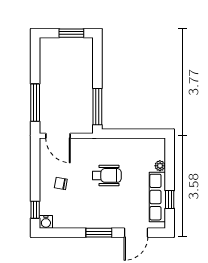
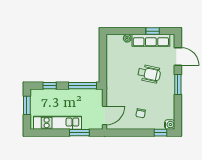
window: (97, 63) -> (50, 86), added
kitchen unit: (48, 74) -> (58, 123), added
window: (35, 103) -> (79, 133), width x0.69
wheelchair: (107, 175) -> (149, 74), moved, turned 102

